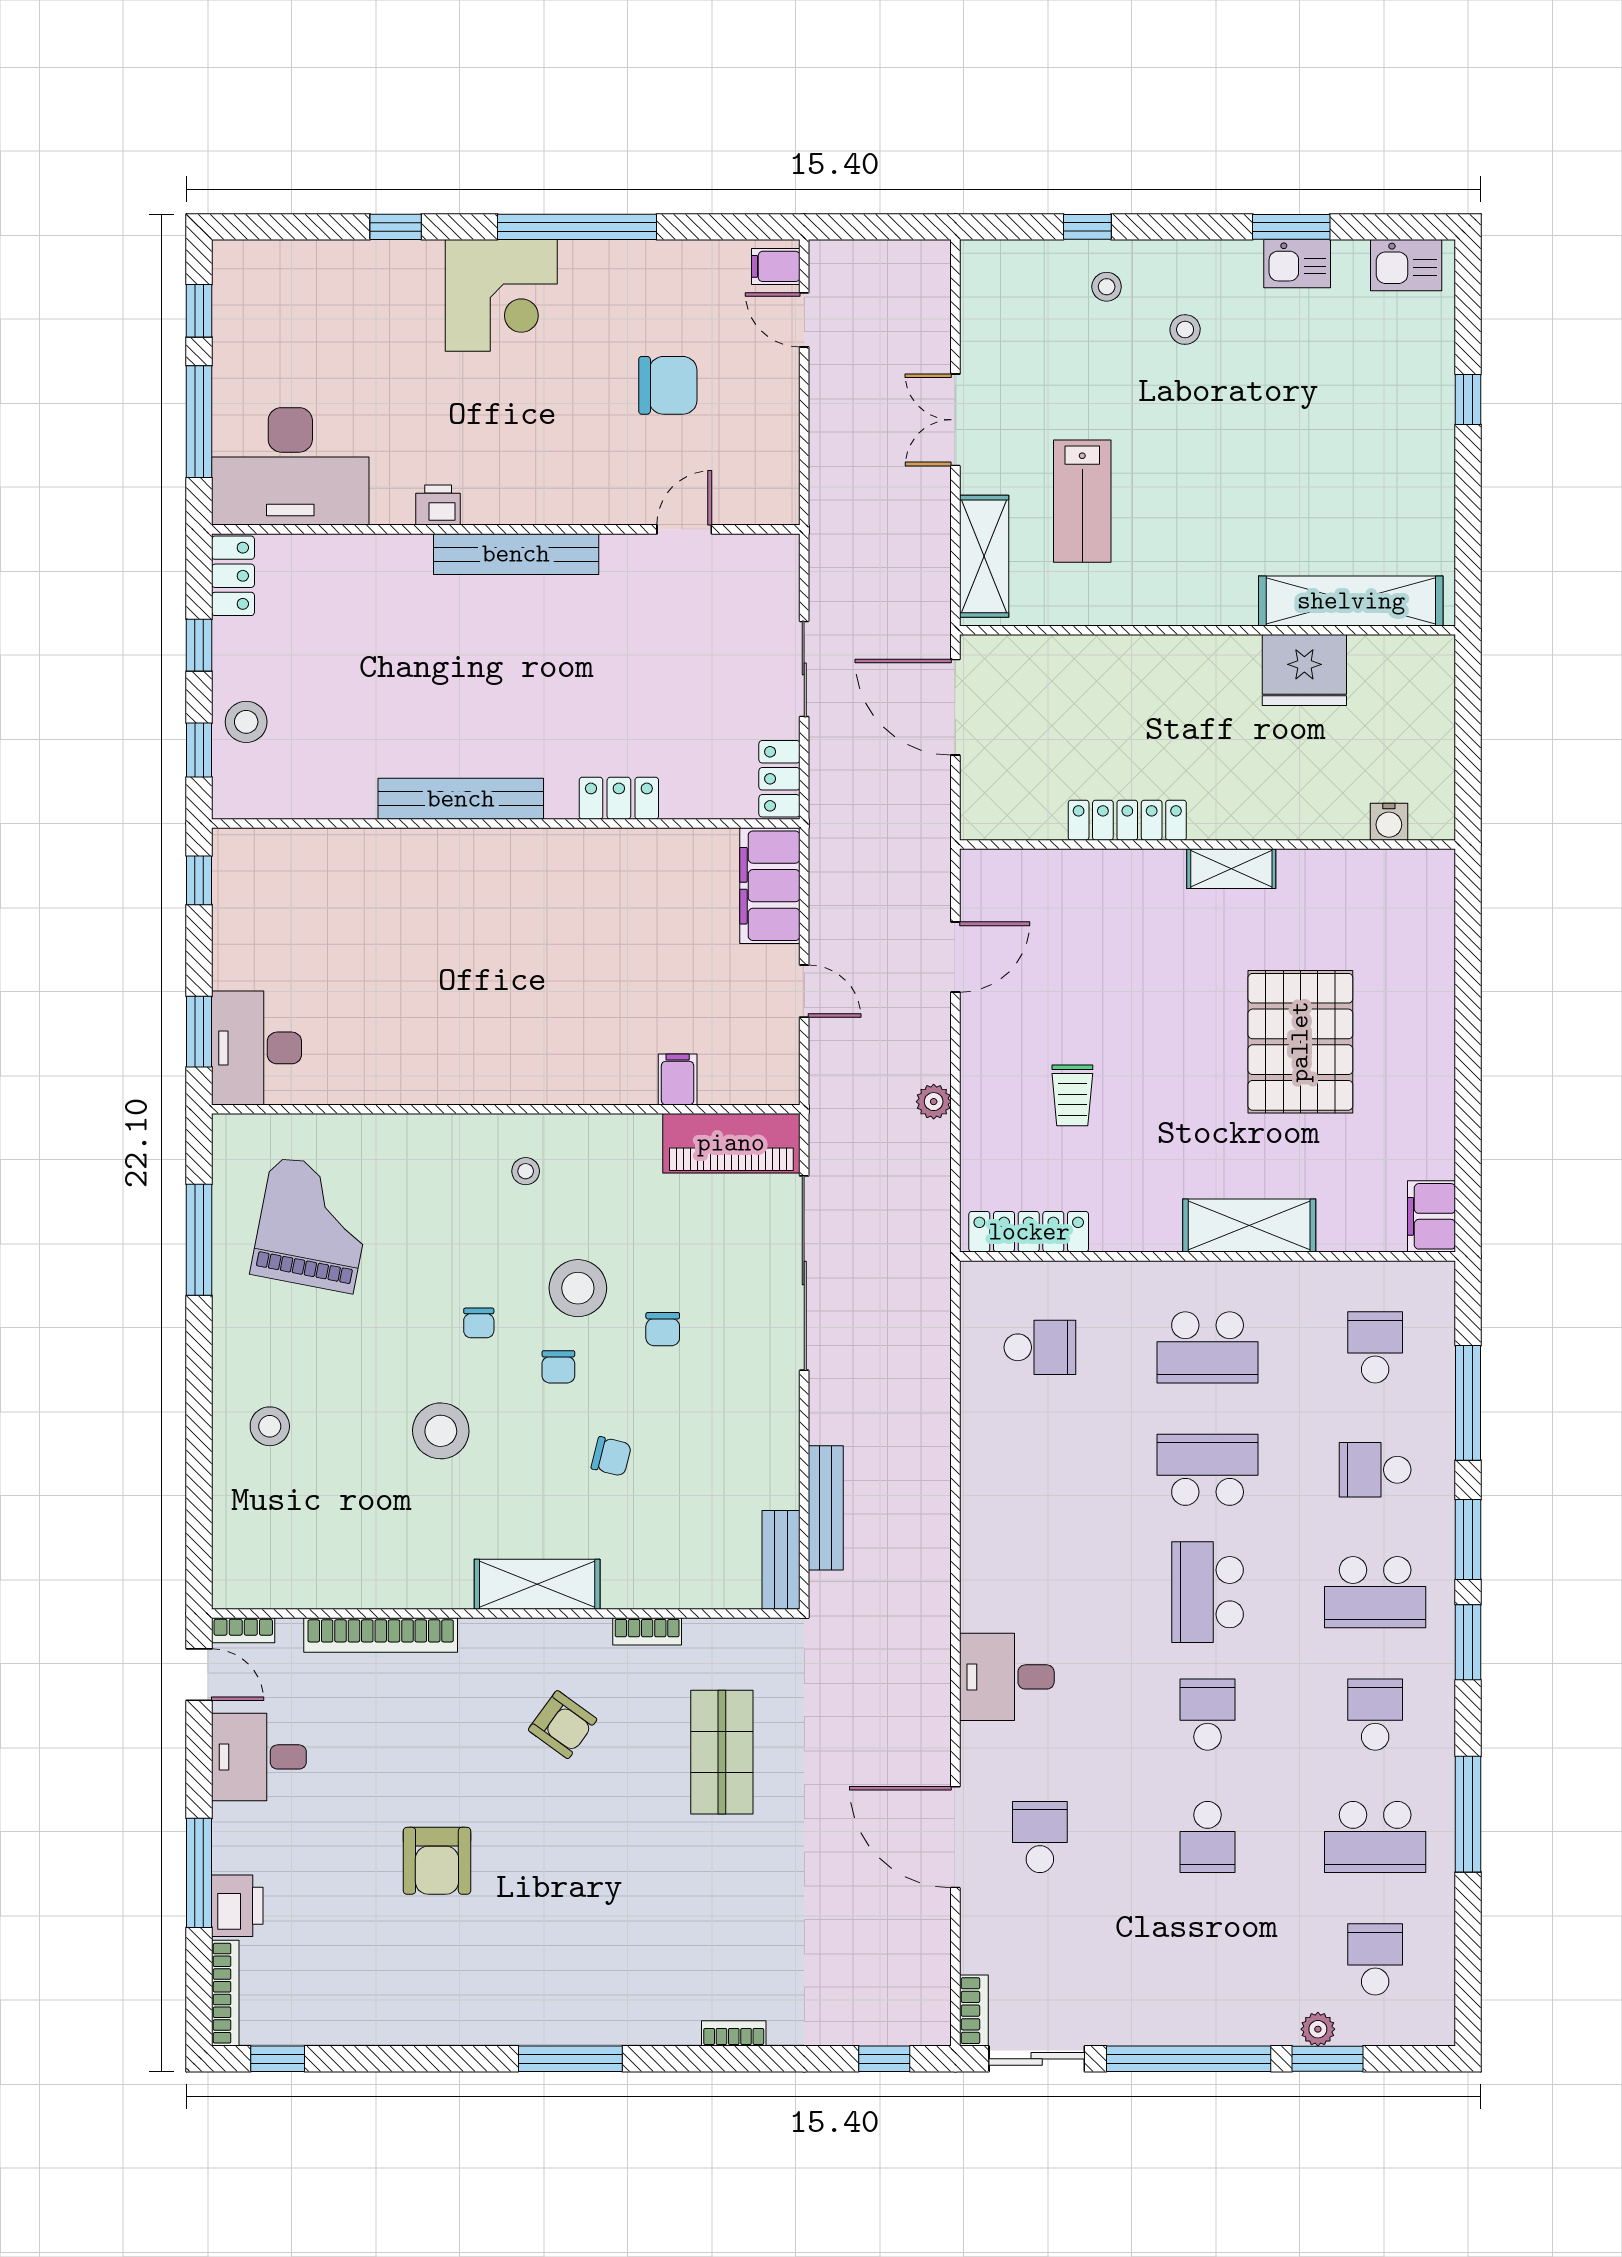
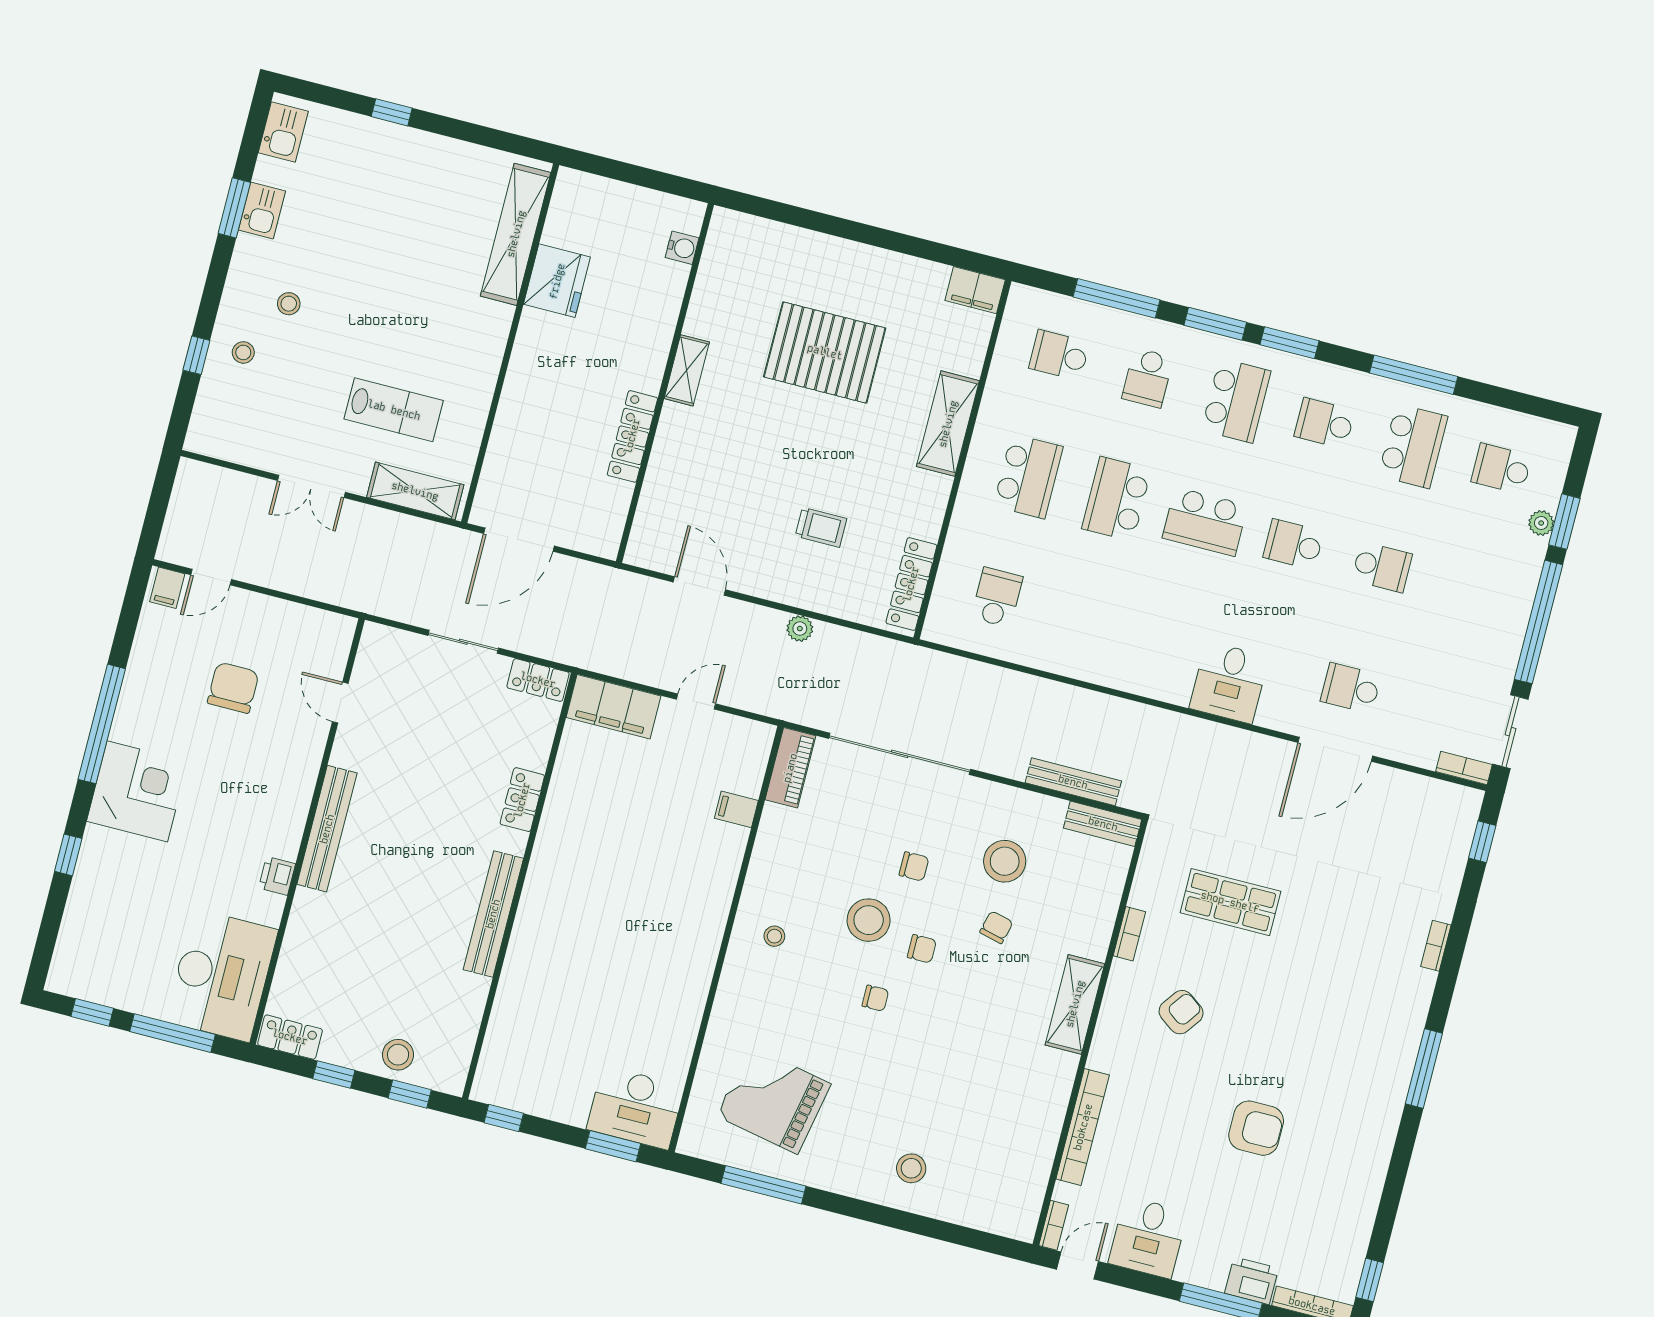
piano: (731, 1143) -> (790, 768), width x0.73, depth x0.75
stool: (441, 1431) -> (1005, 861), moved

